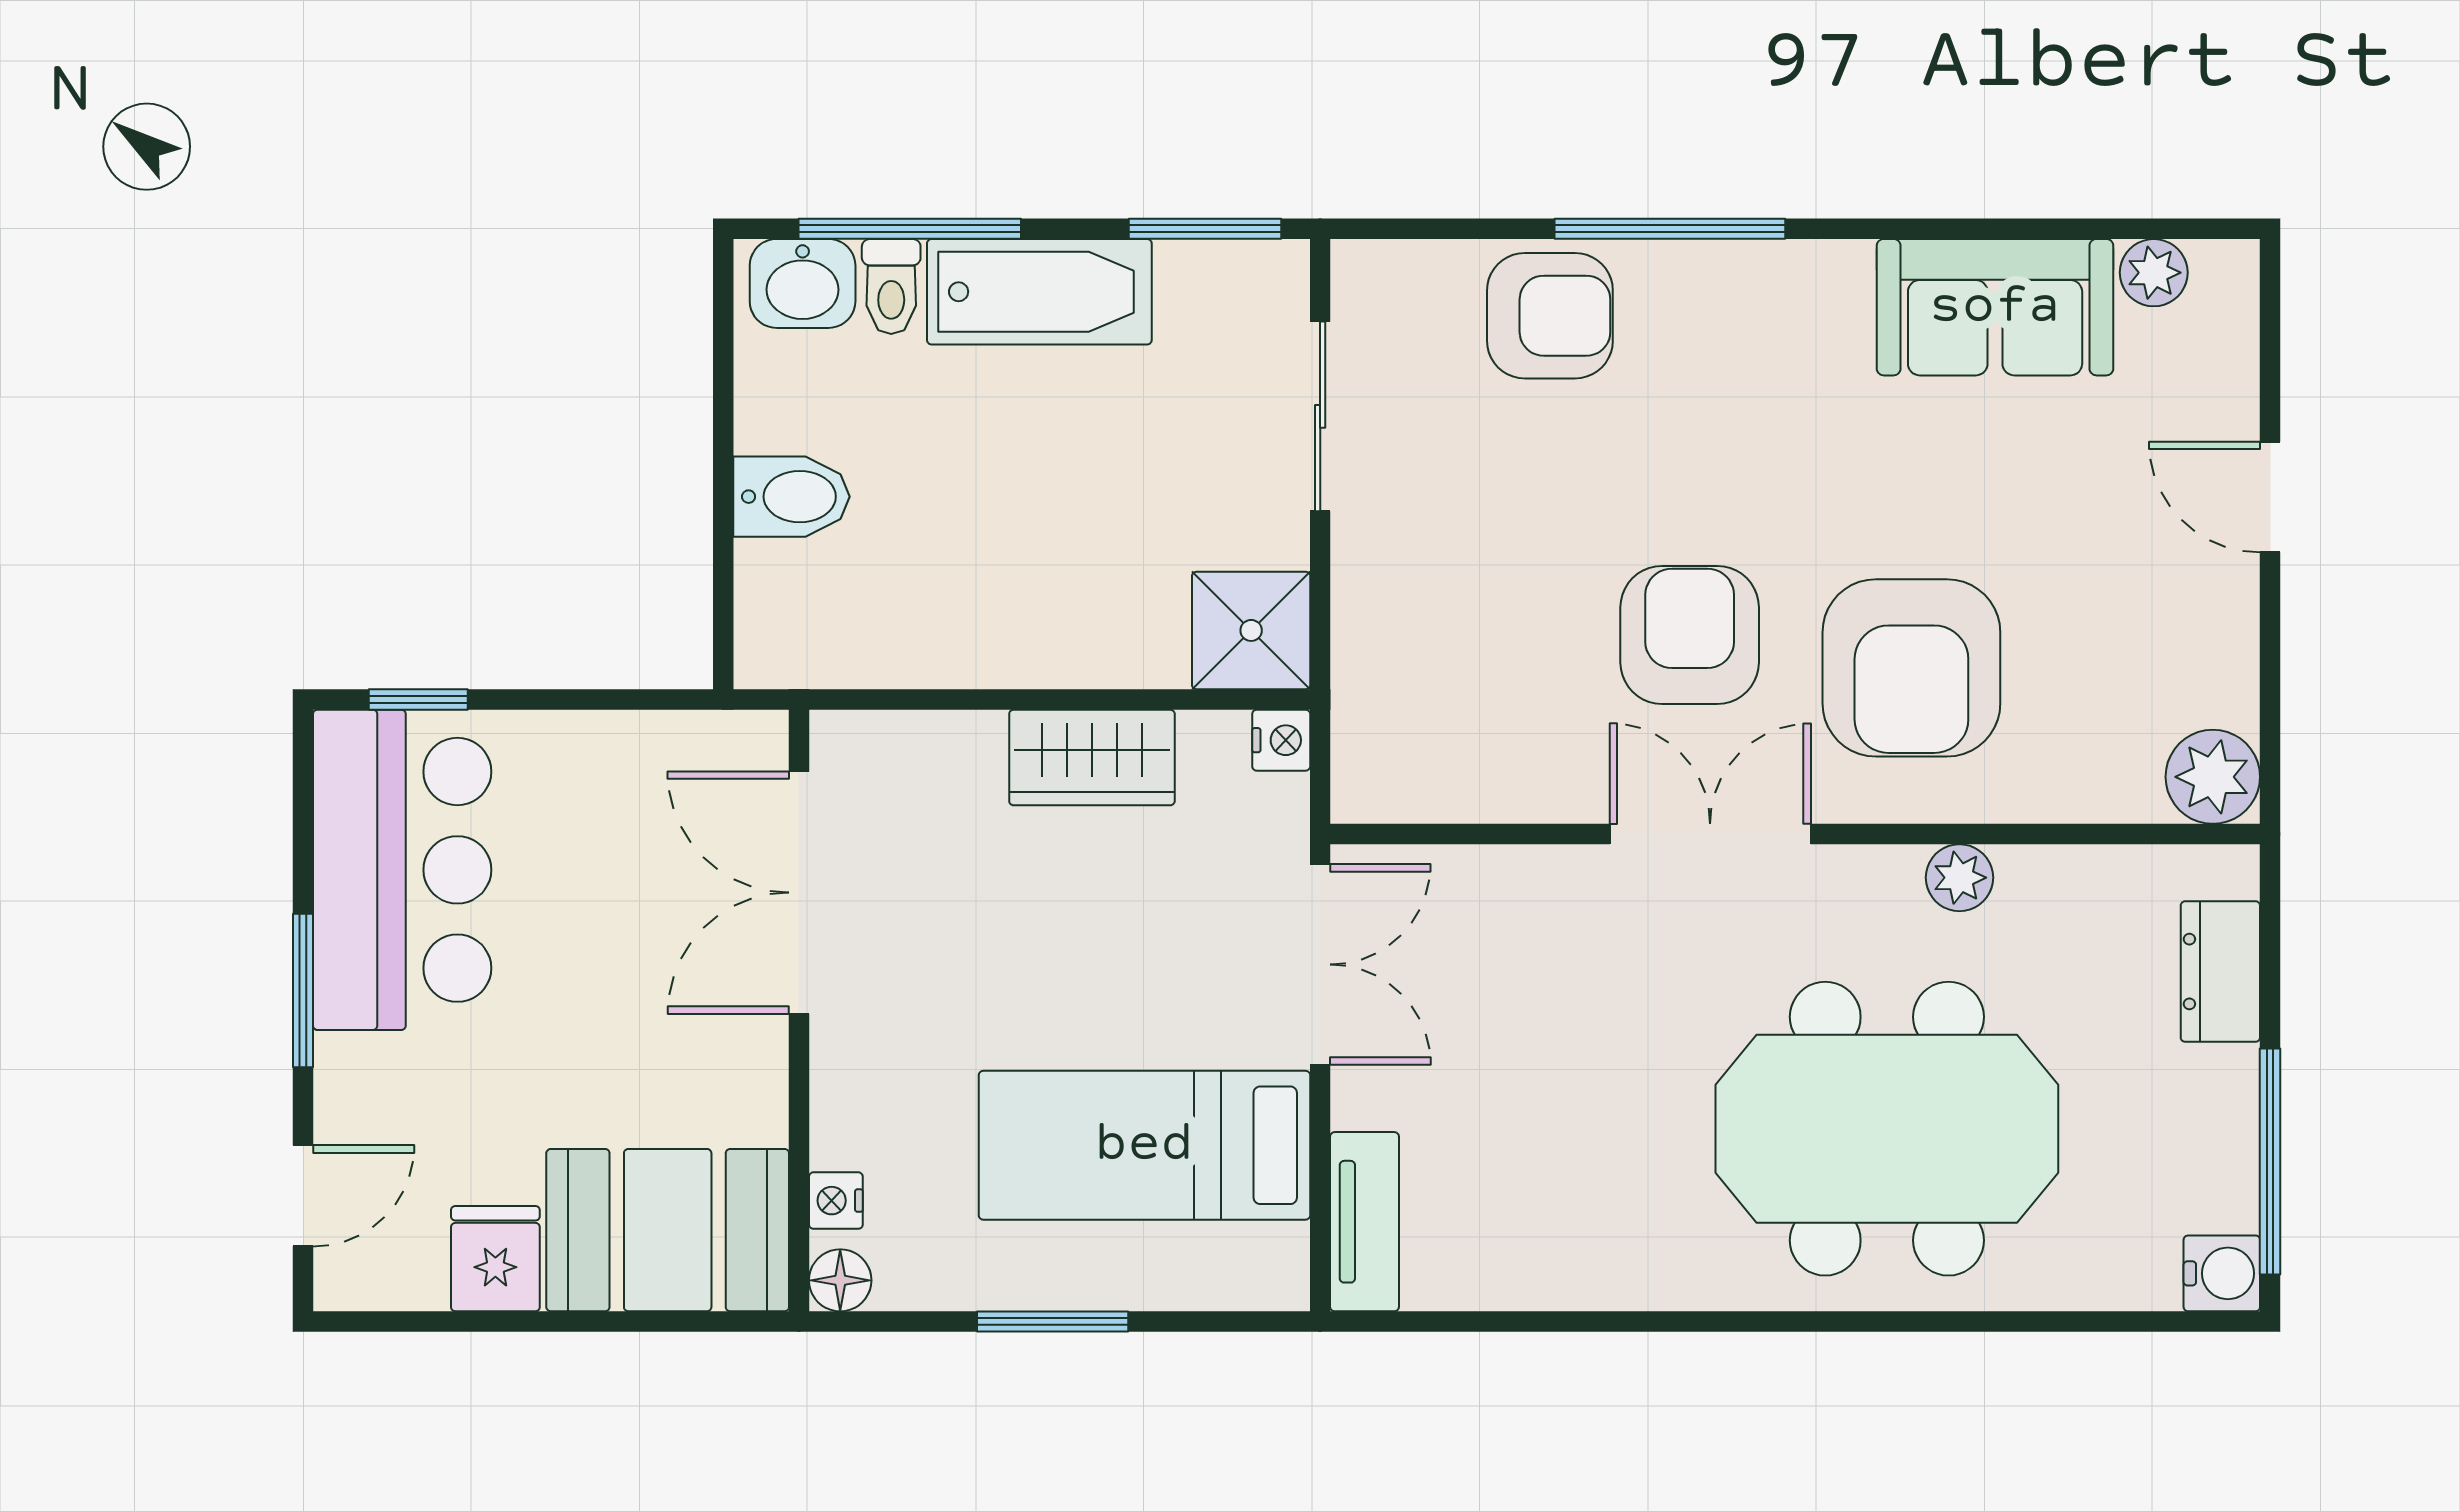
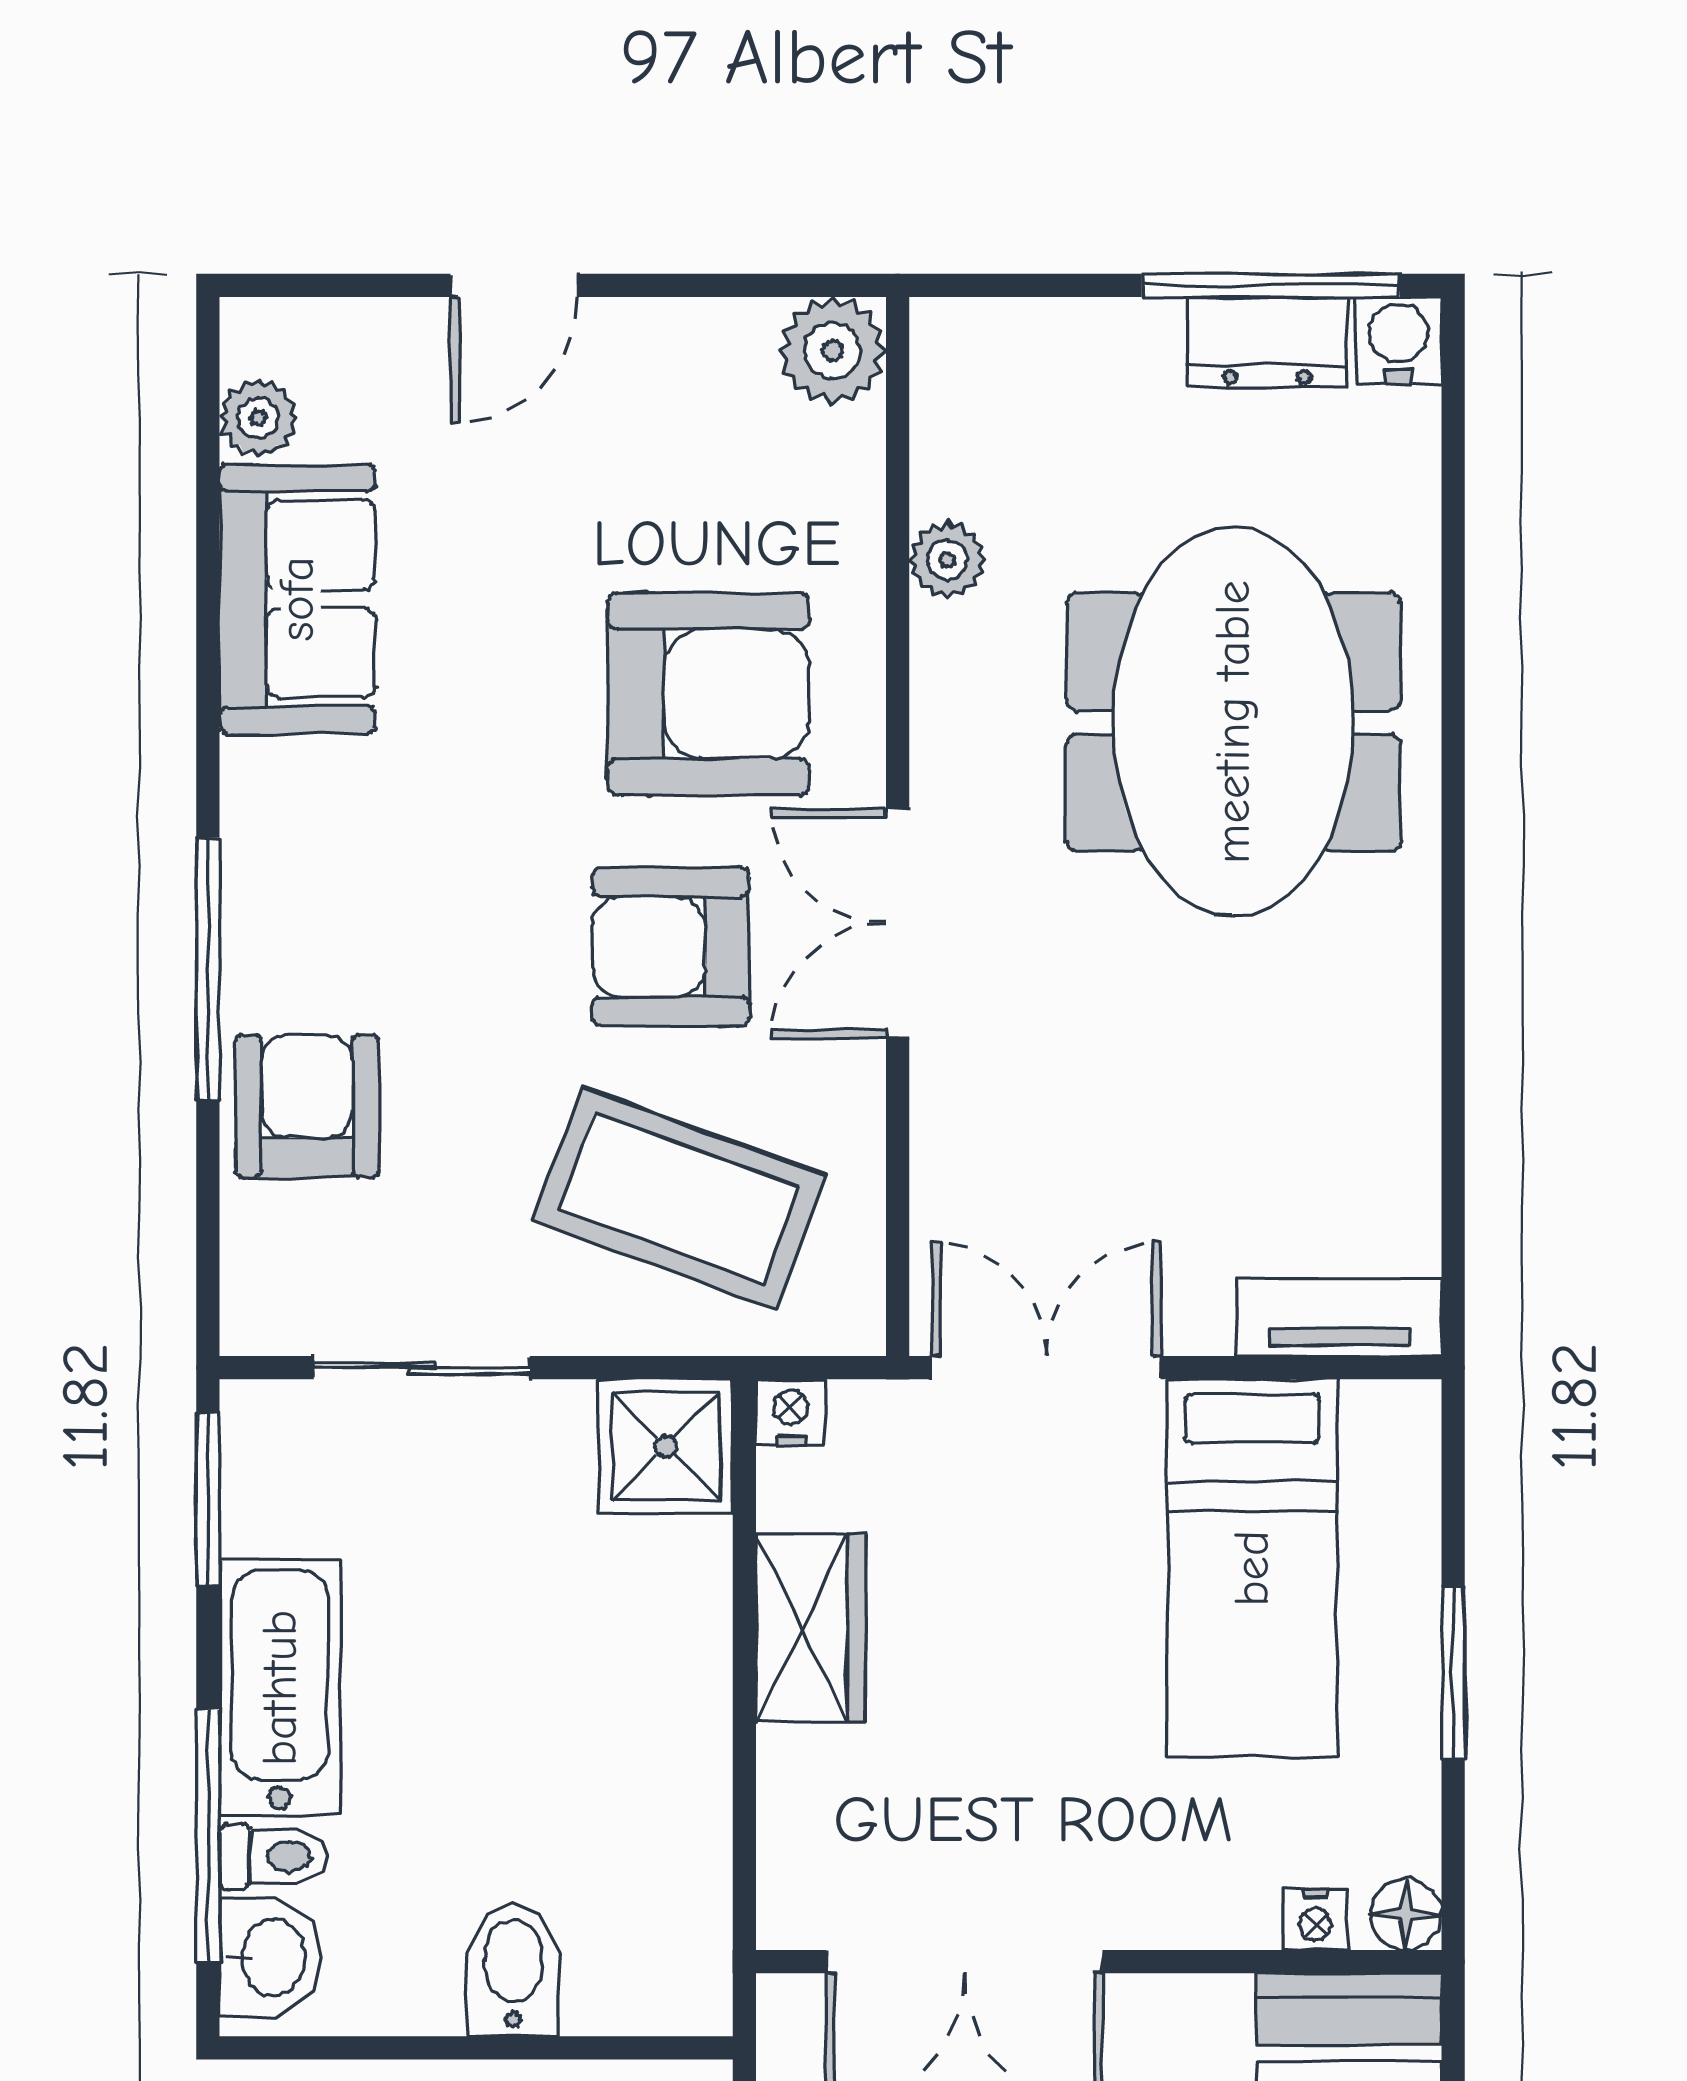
coffee table: (1469, 642) -> (679, 1198), added
plant: (1959, 878) -> (947, 560), moved
dresser: (2220, 972) -> (1267, 342), moved

